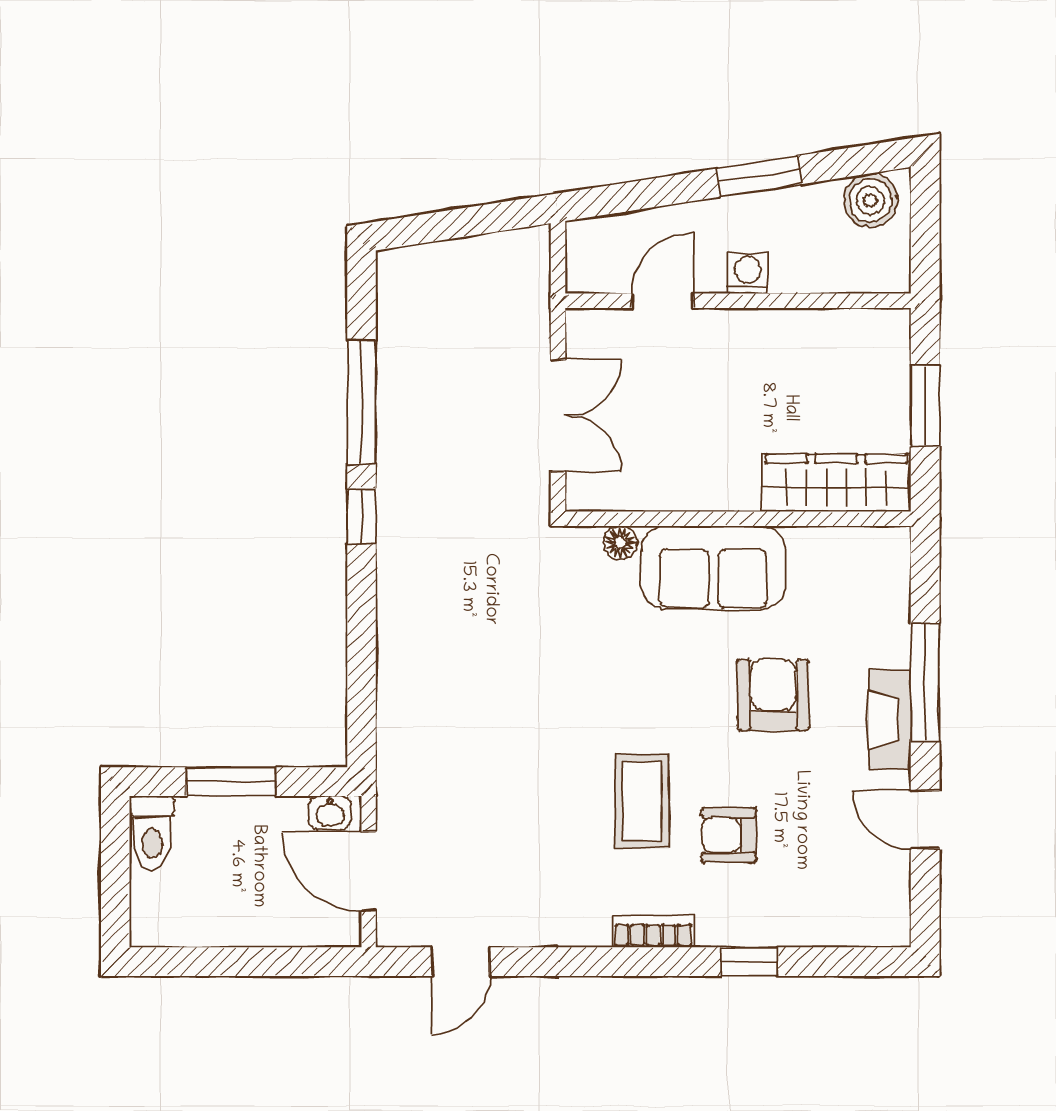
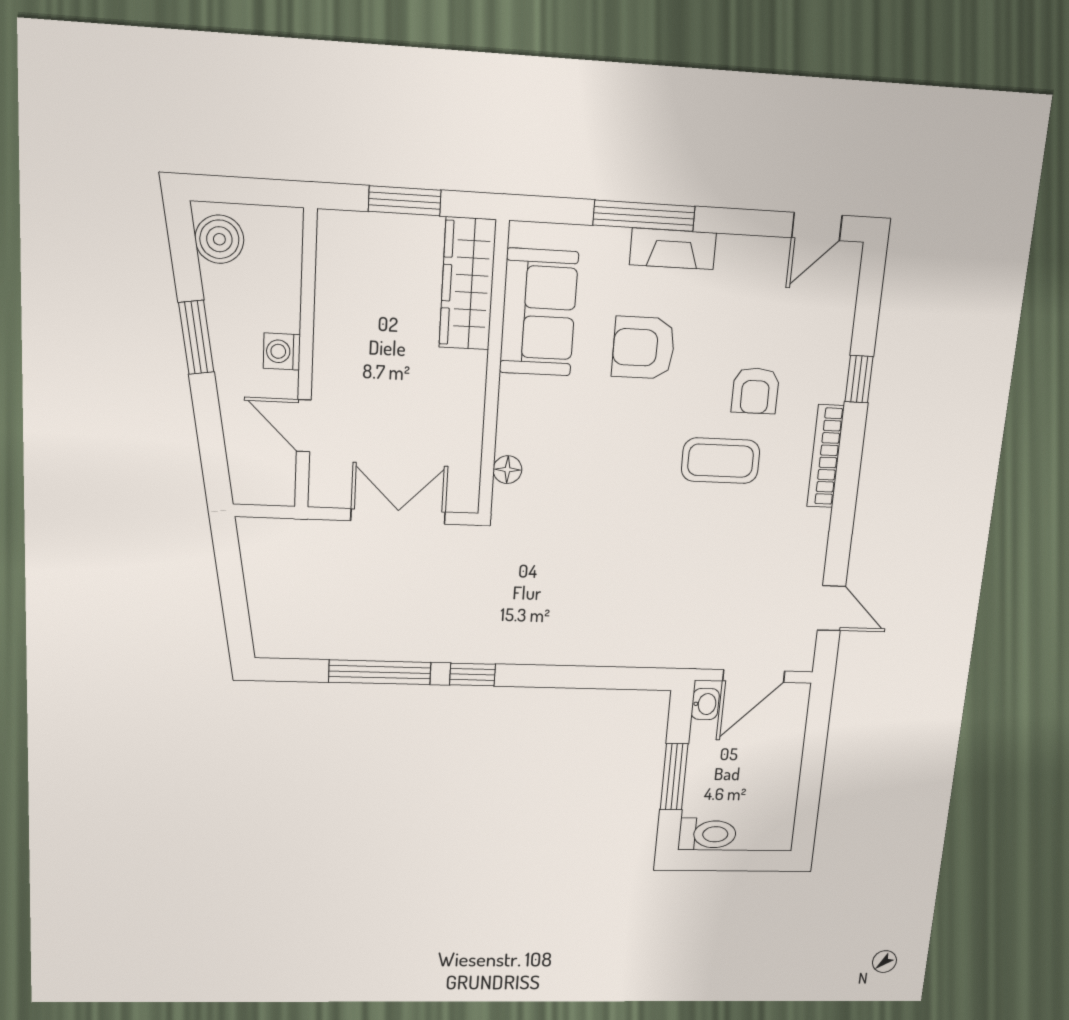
sofa: (713, 568) -> (539, 312), moved
door: (925, 819) -> (817, 227), moved
bookcase: (653, 931) -> (826, 456), width x1.56

